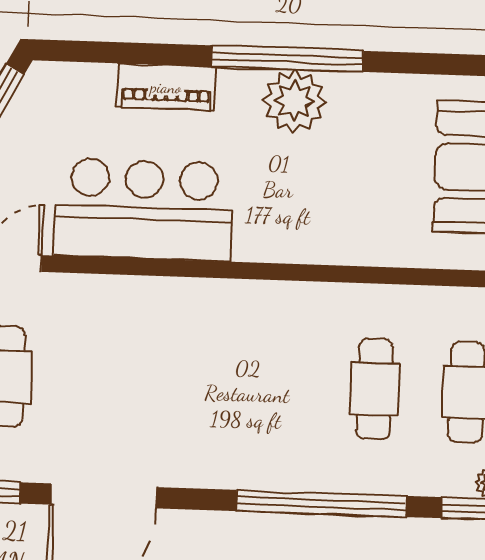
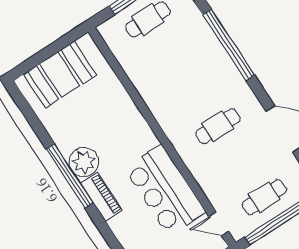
piano: (166, 87) -> (101, 197), moved
cafe table: (375, 389) -> (218, 126), moved

